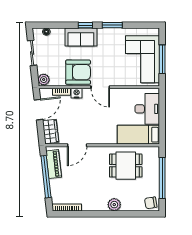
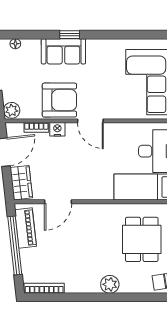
window: (112, 25) -> (107, 35), removed
dining table: (126, 166) -> (142, 239), moved, turned 90

